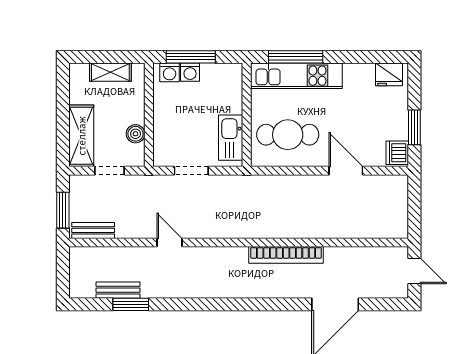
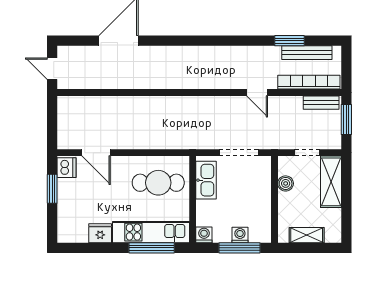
washing machine: (170, 72) -> (204, 235), moved
fridge: (389, 74) -> (100, 233), moved
doorway: (191, 171) -> (239, 153), width x1.38
door: (346, 171) -> (96, 153), moved
bookcase: (286, 255) -> (309, 82), moved
bench: (118, 290) -> (307, 53), width x1.36

